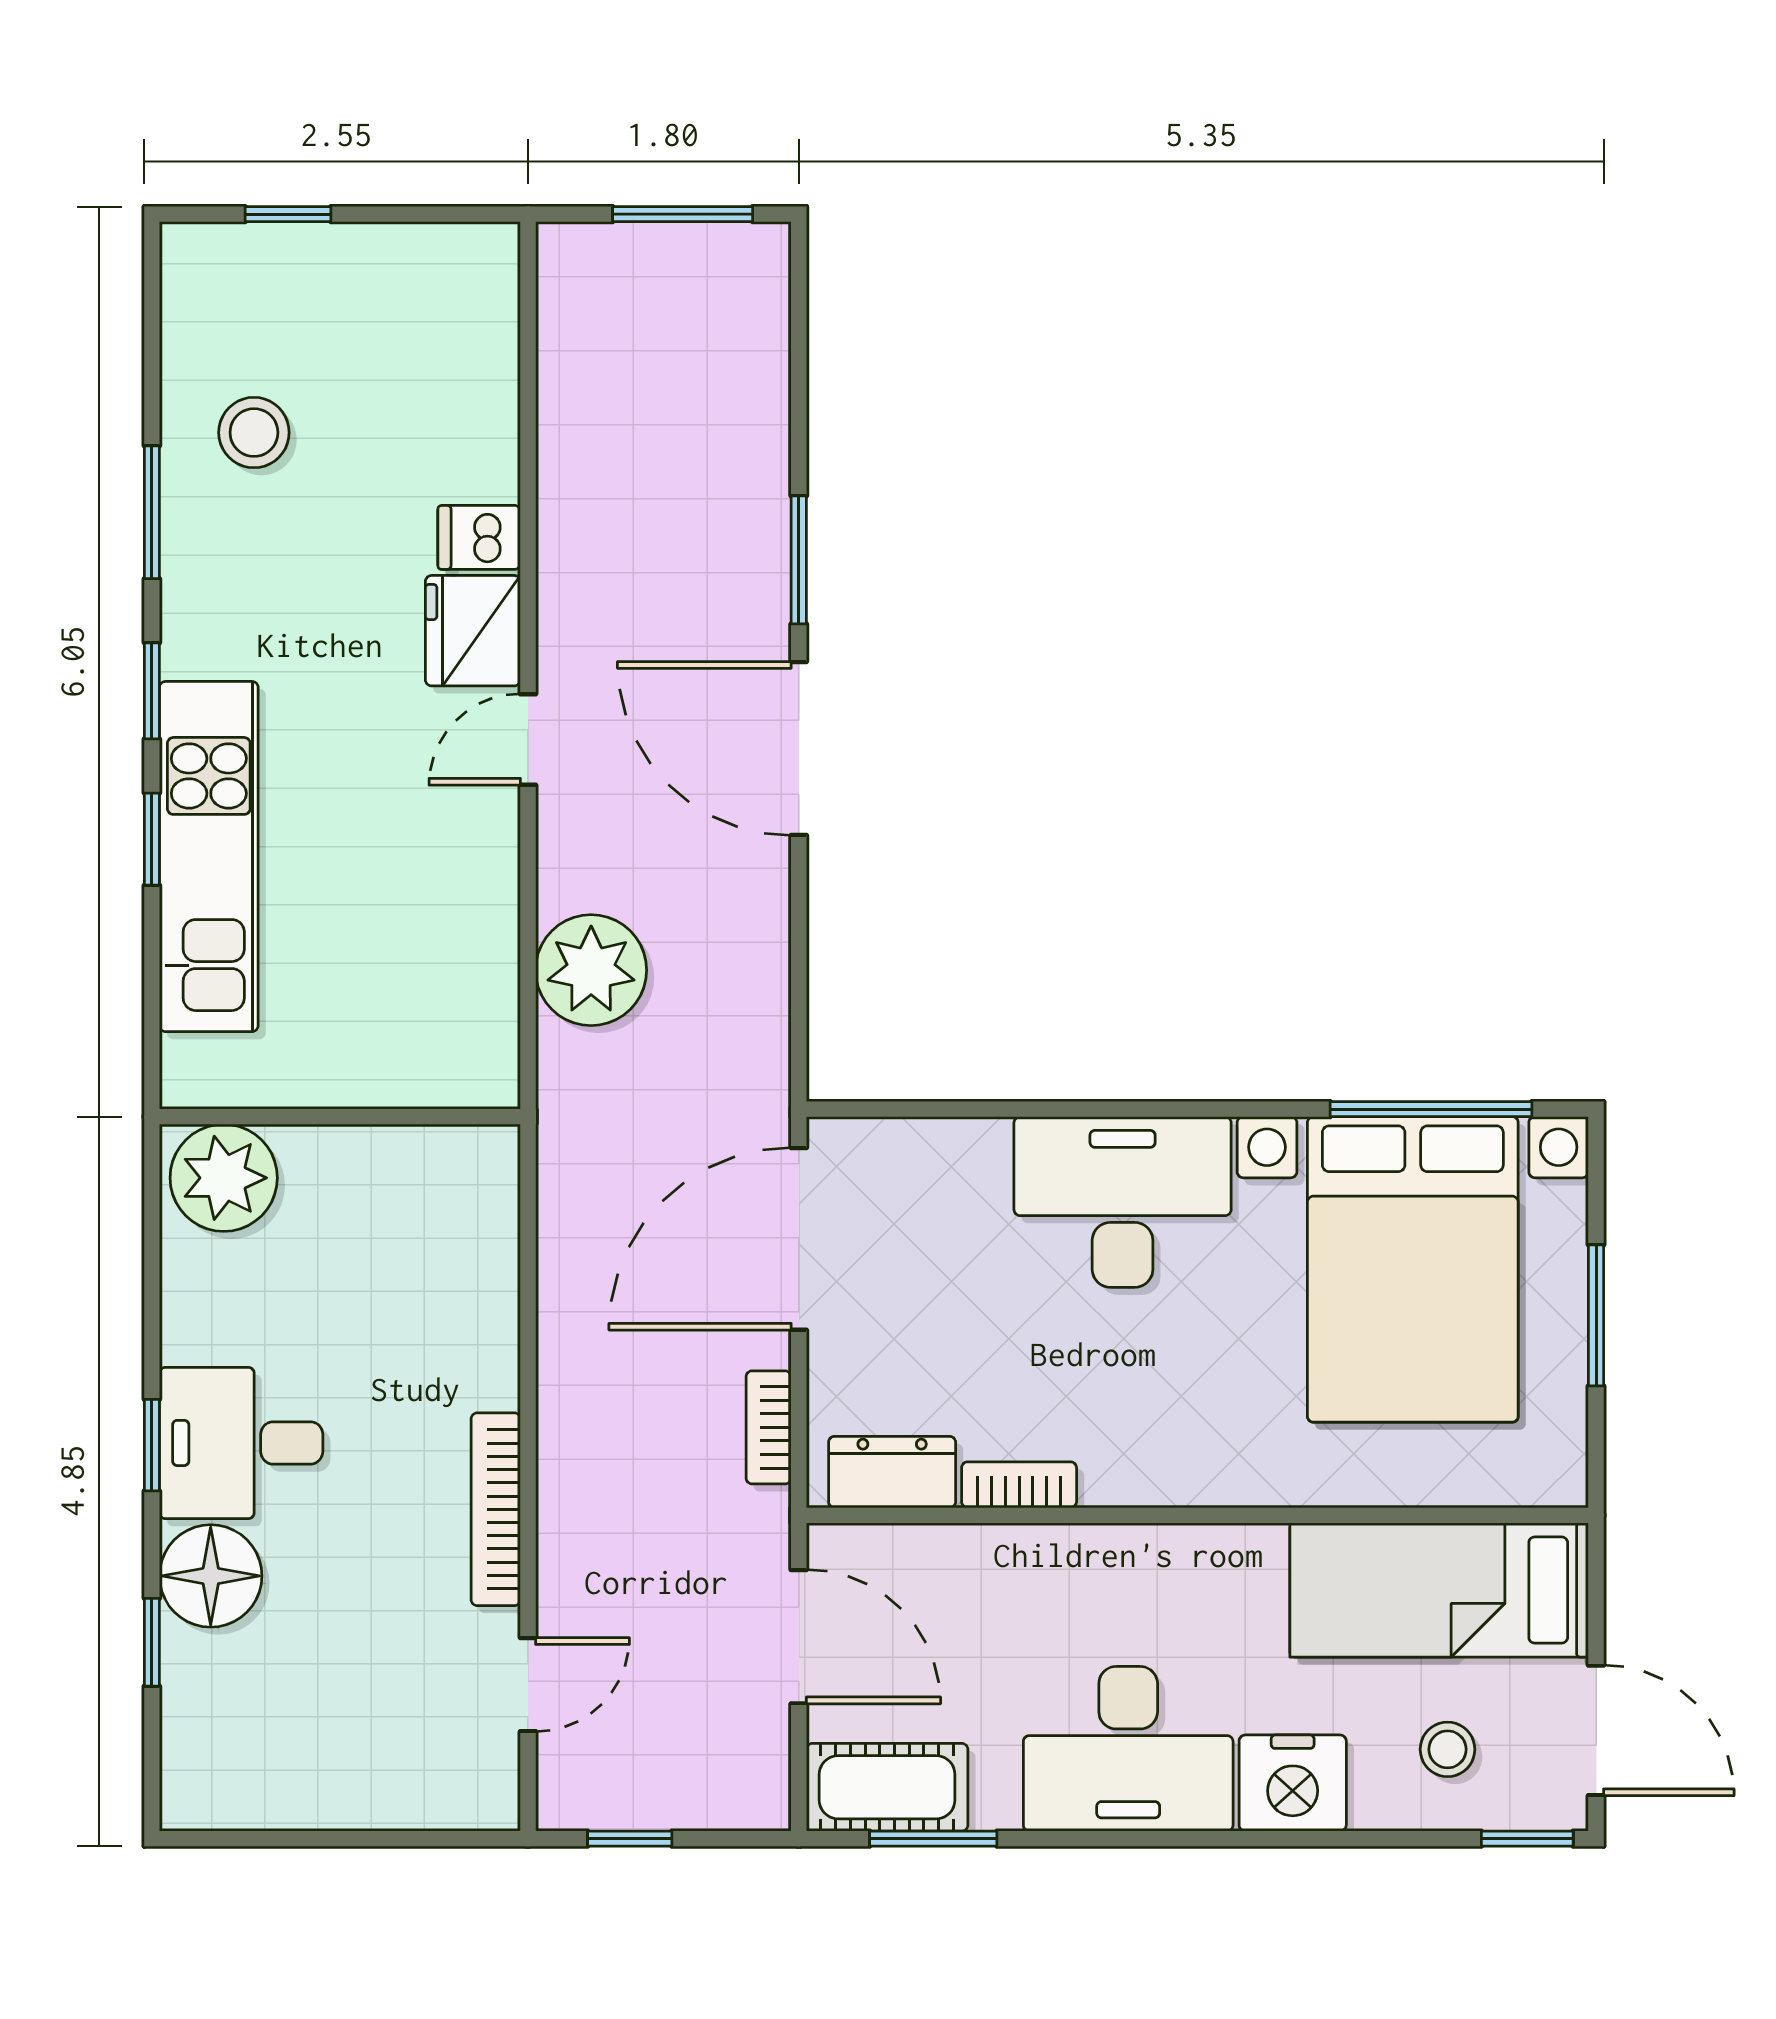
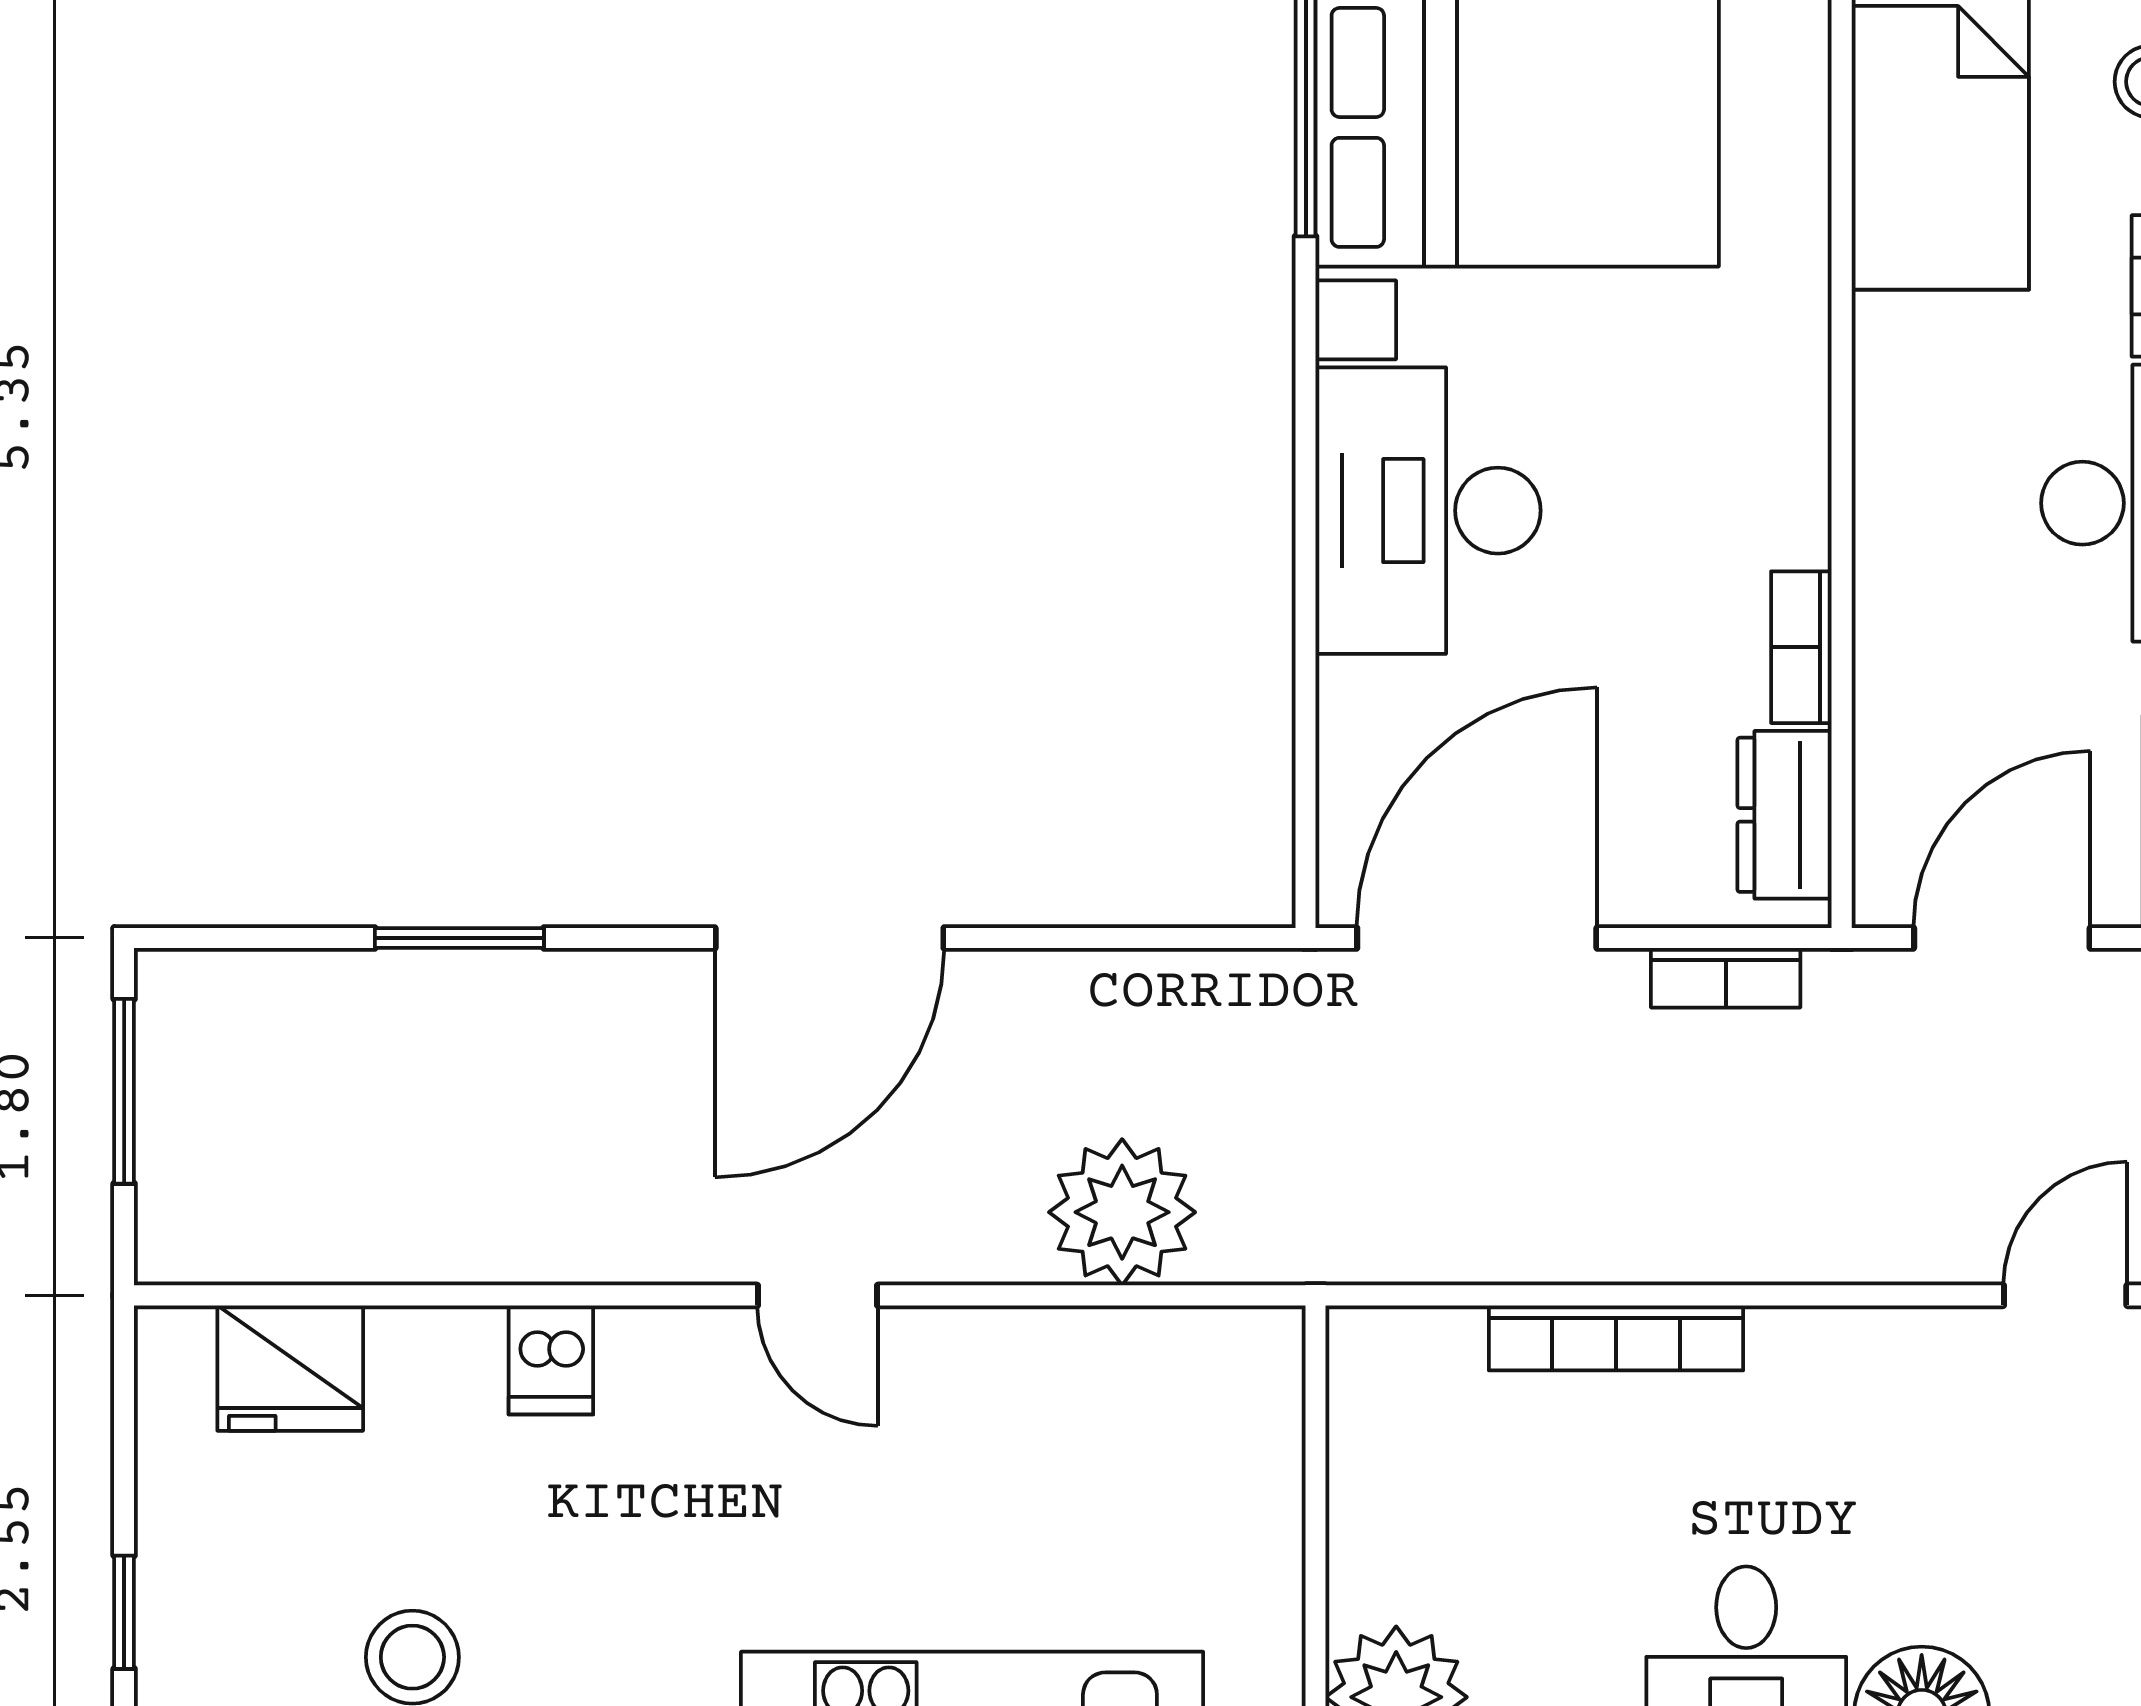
window: (799, 560) -> (459, 938), moved
fridge: (473, 631) -> (290, 1368), moved
door: (799, 1239) -> (1477, 938), swing flipped
bookcase: (496, 1509) -> (1616, 1338), moved
door: (528, 1685) -> (2065, 1295), hinge flipped

